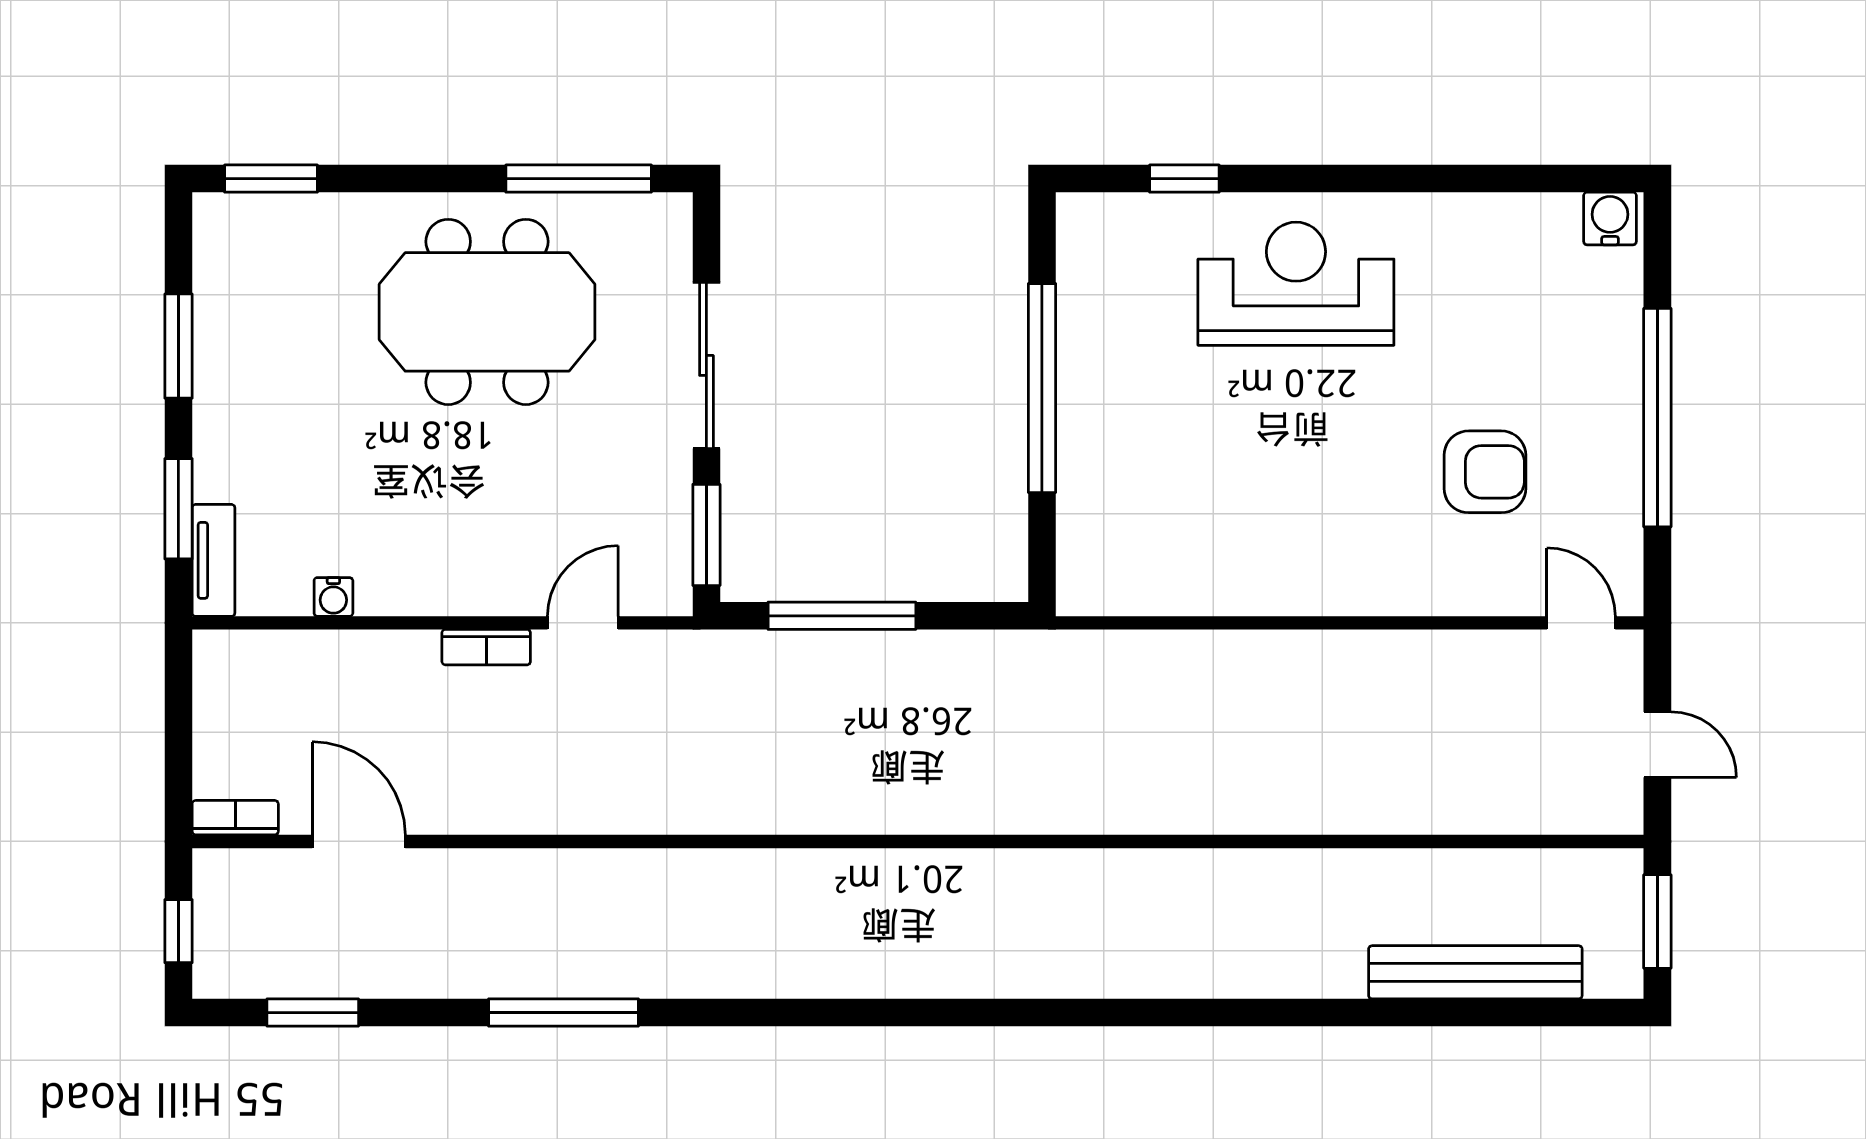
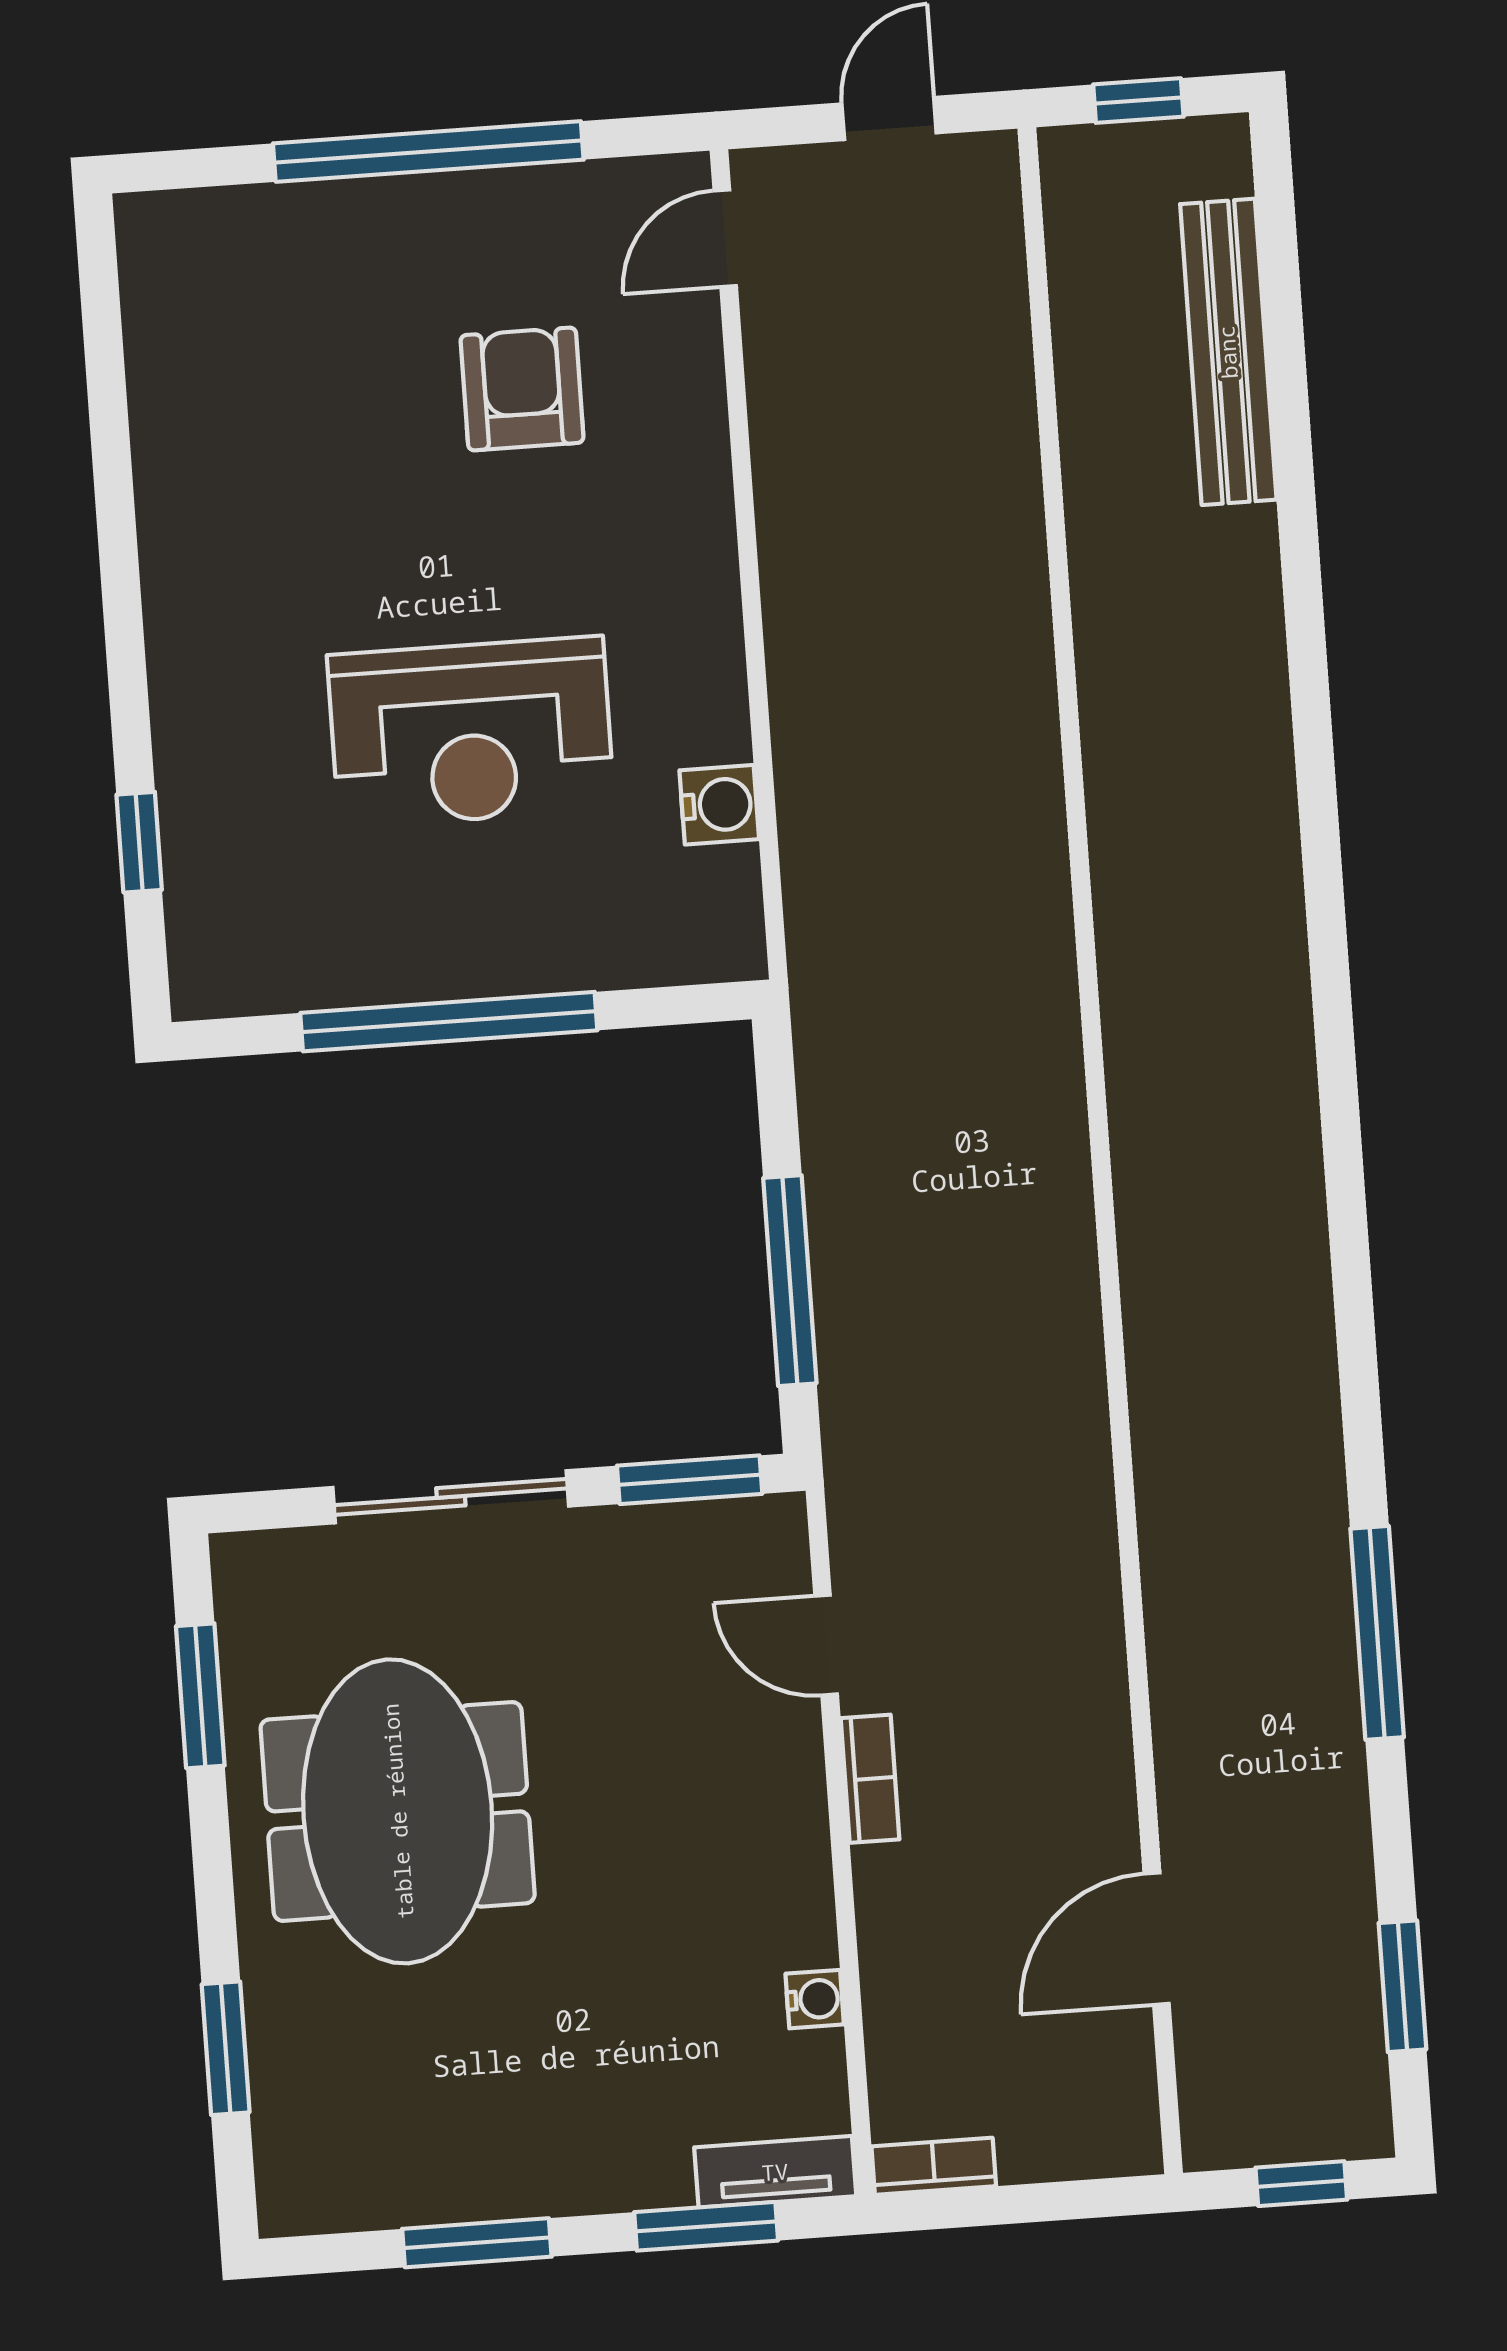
window: (271, 179) -> (226, 2048), moved
window: (579, 179) -> (200, 1696), width x0.69
water cooler: (1610, 219) -> (719, 805), moved, turned 180
reception desk: (1296, 284) -> (471, 732), moved, turned -90
bookcase: (235, 818) -> (934, 2166), moved, turned 90
window: (1657, 922) -> (1138, 101), width x0.67

